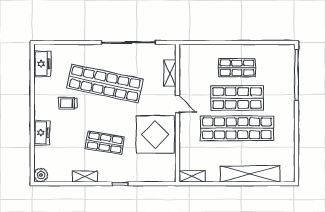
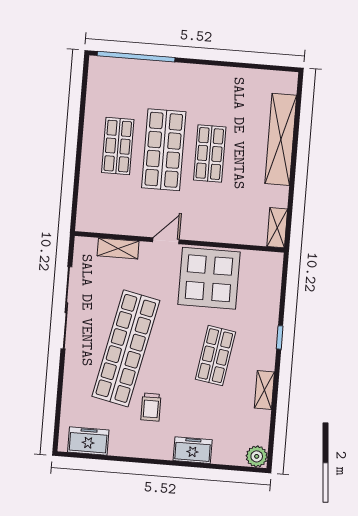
shop shelf: (237, 128) -> (210, 153), width x0.50, depth x0.74

